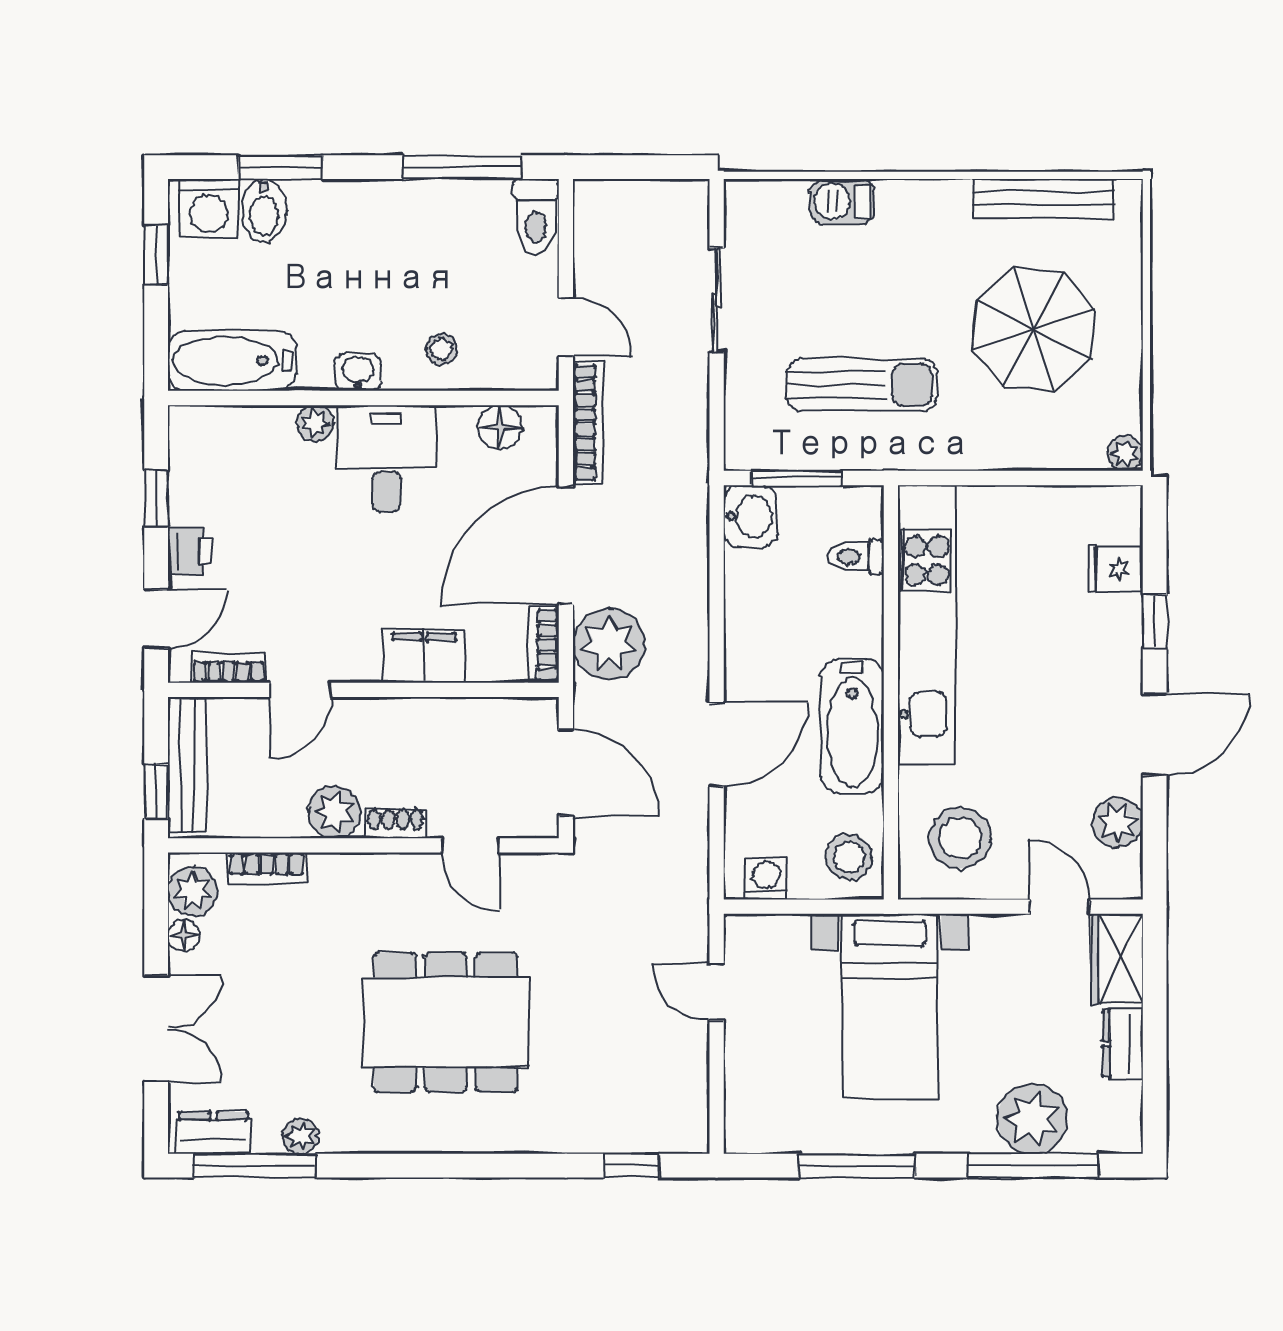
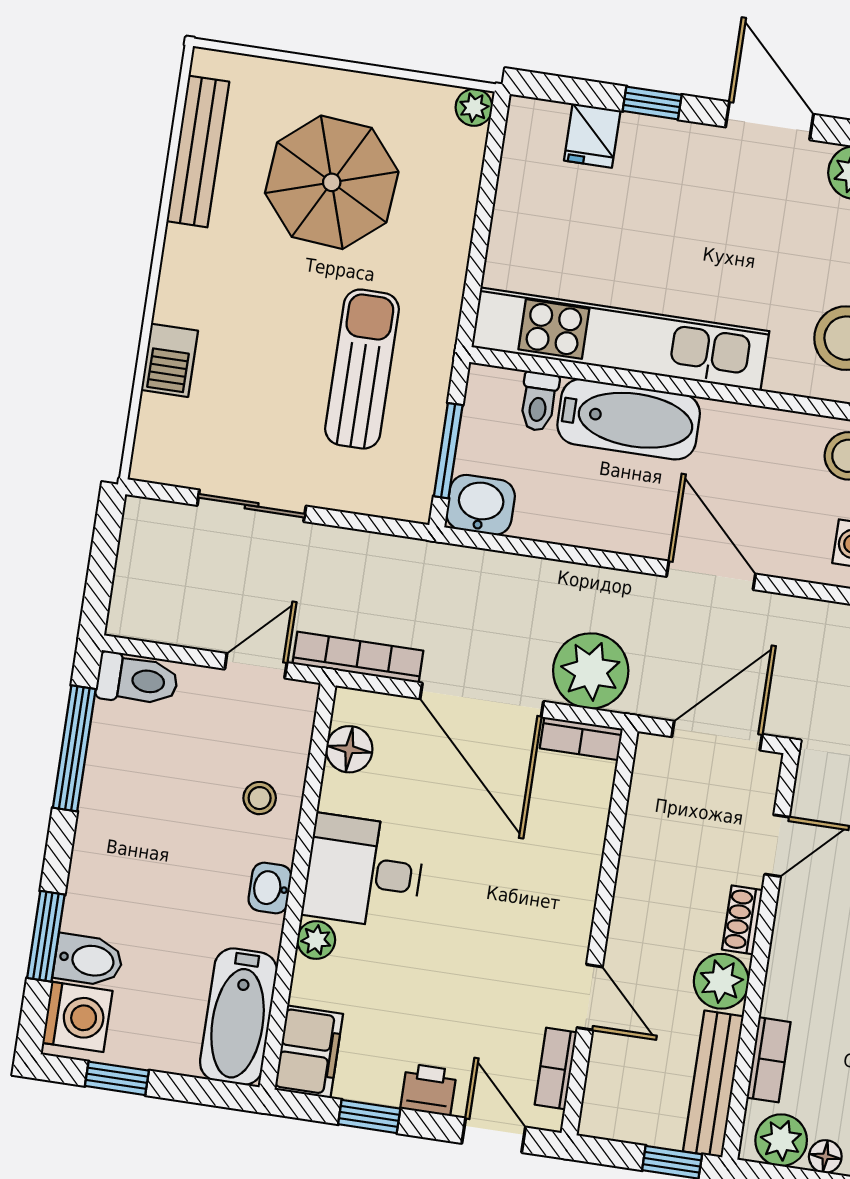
filing cabinet: (424, 656) -> (309, 1052), moved, turned 180
bathtub: (852, 726) -> (629, 419), moved
bench: (187, 765) -> (713, 1084), moved, turned 90

